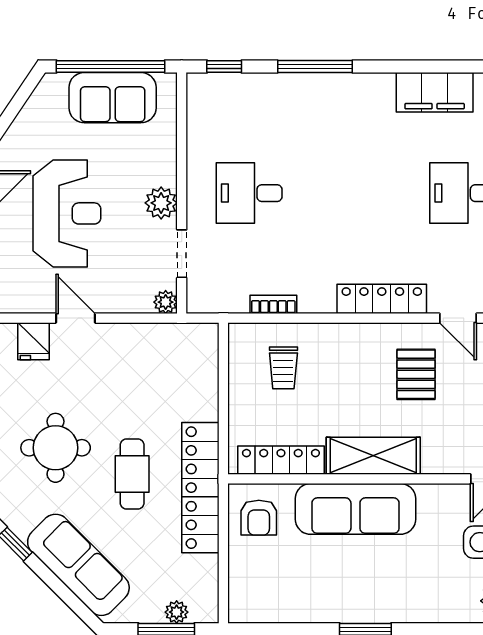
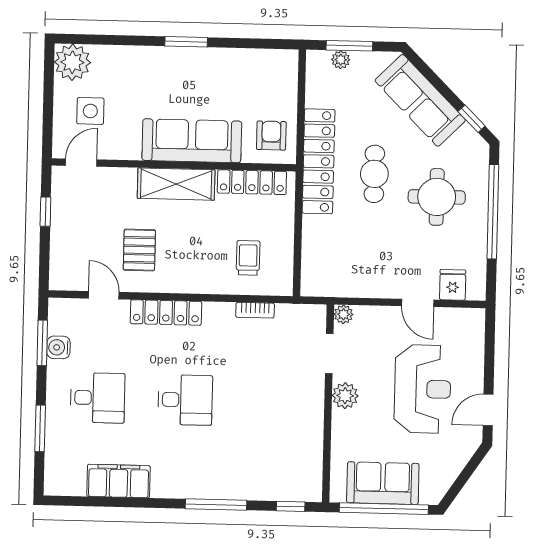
desk: (249, 193) -> (185, 400), moved
reception desk: (67, 213) -> (423, 389), turned 180

